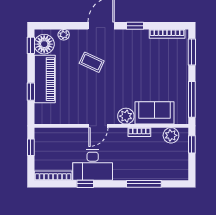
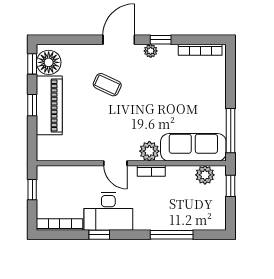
plant: (64, 35) -> (151, 51), moved
window: (192, 52) -> (231, 72), removed
window: (31, 92) -> (32, 105), moved
sofa: (155, 113) -> (193, 147), width x1.36
door: (98, 126) -> (115, 163), hinge flipped
bookcase: (139, 132) -> (151, 171), moved

